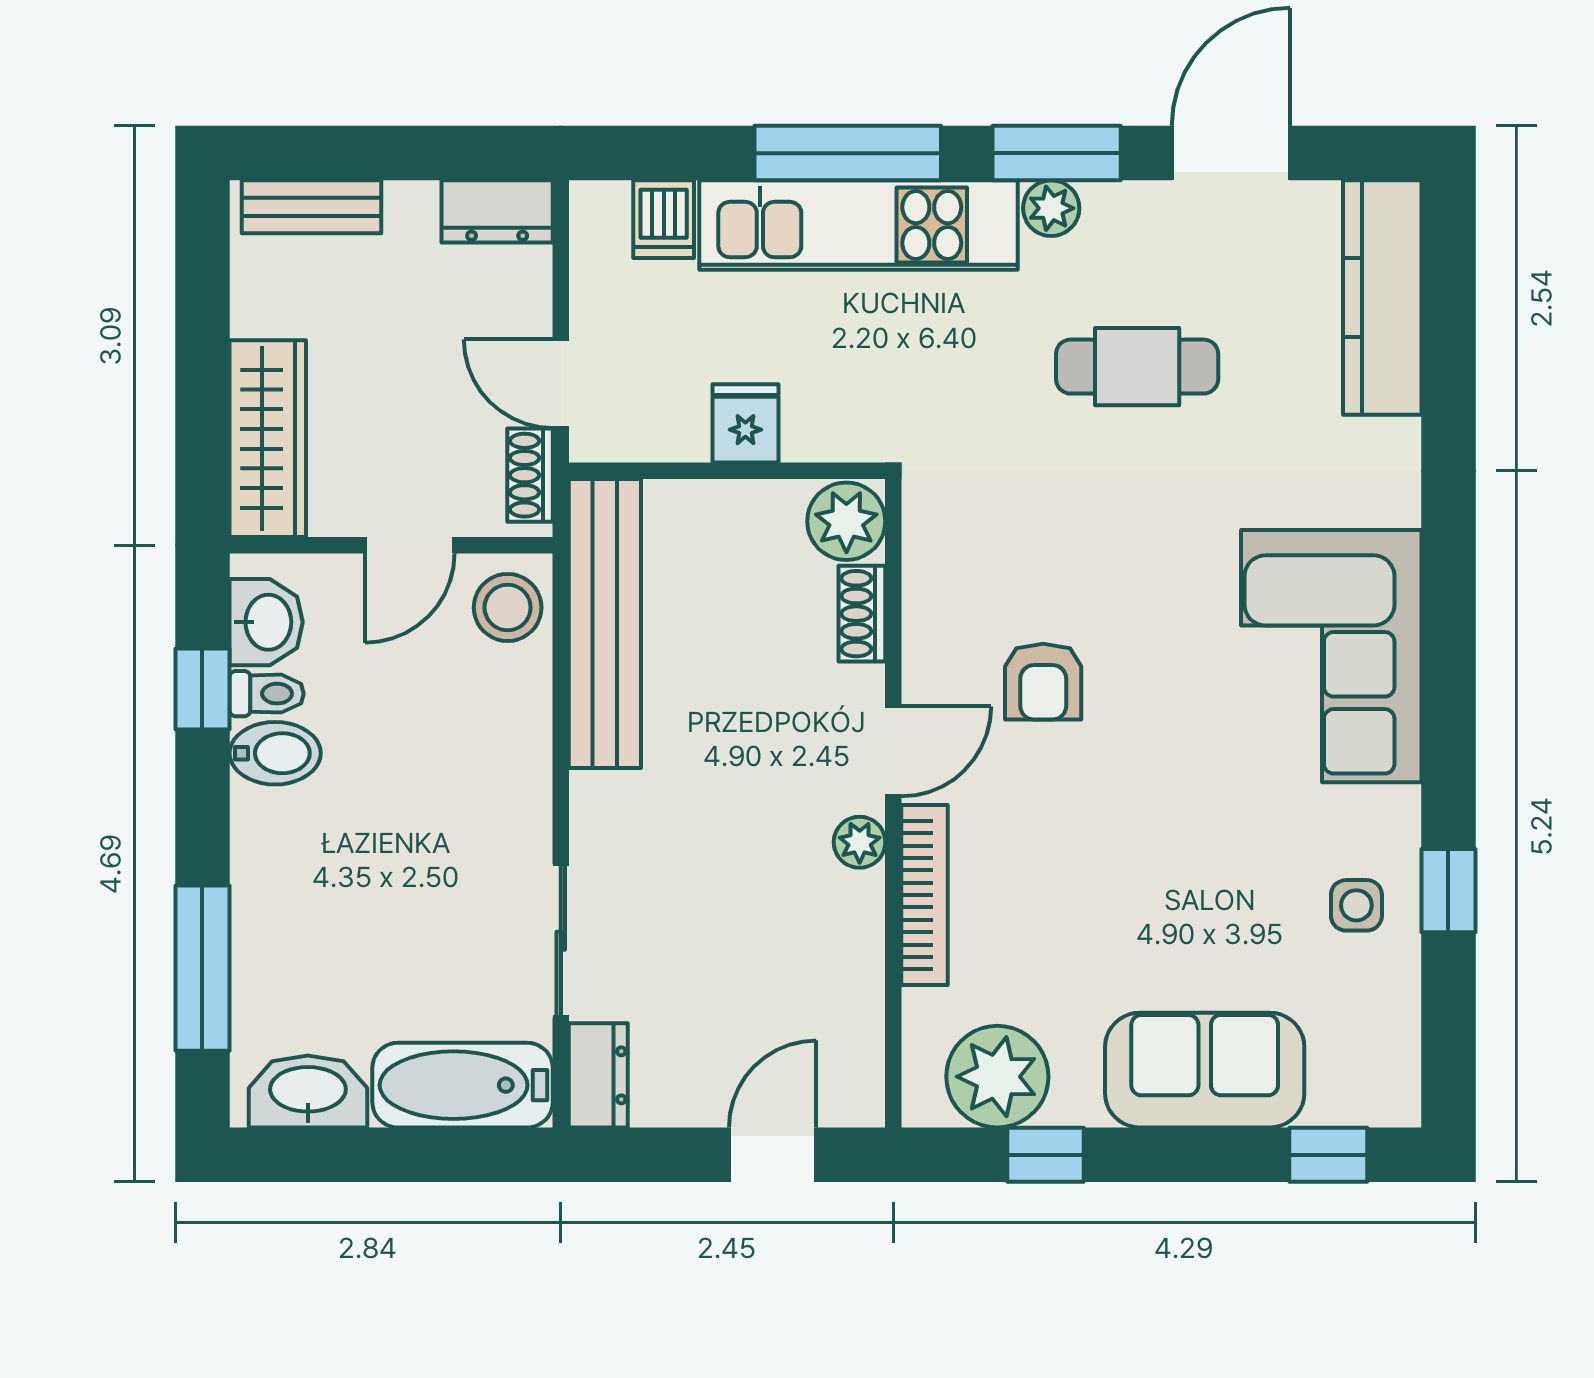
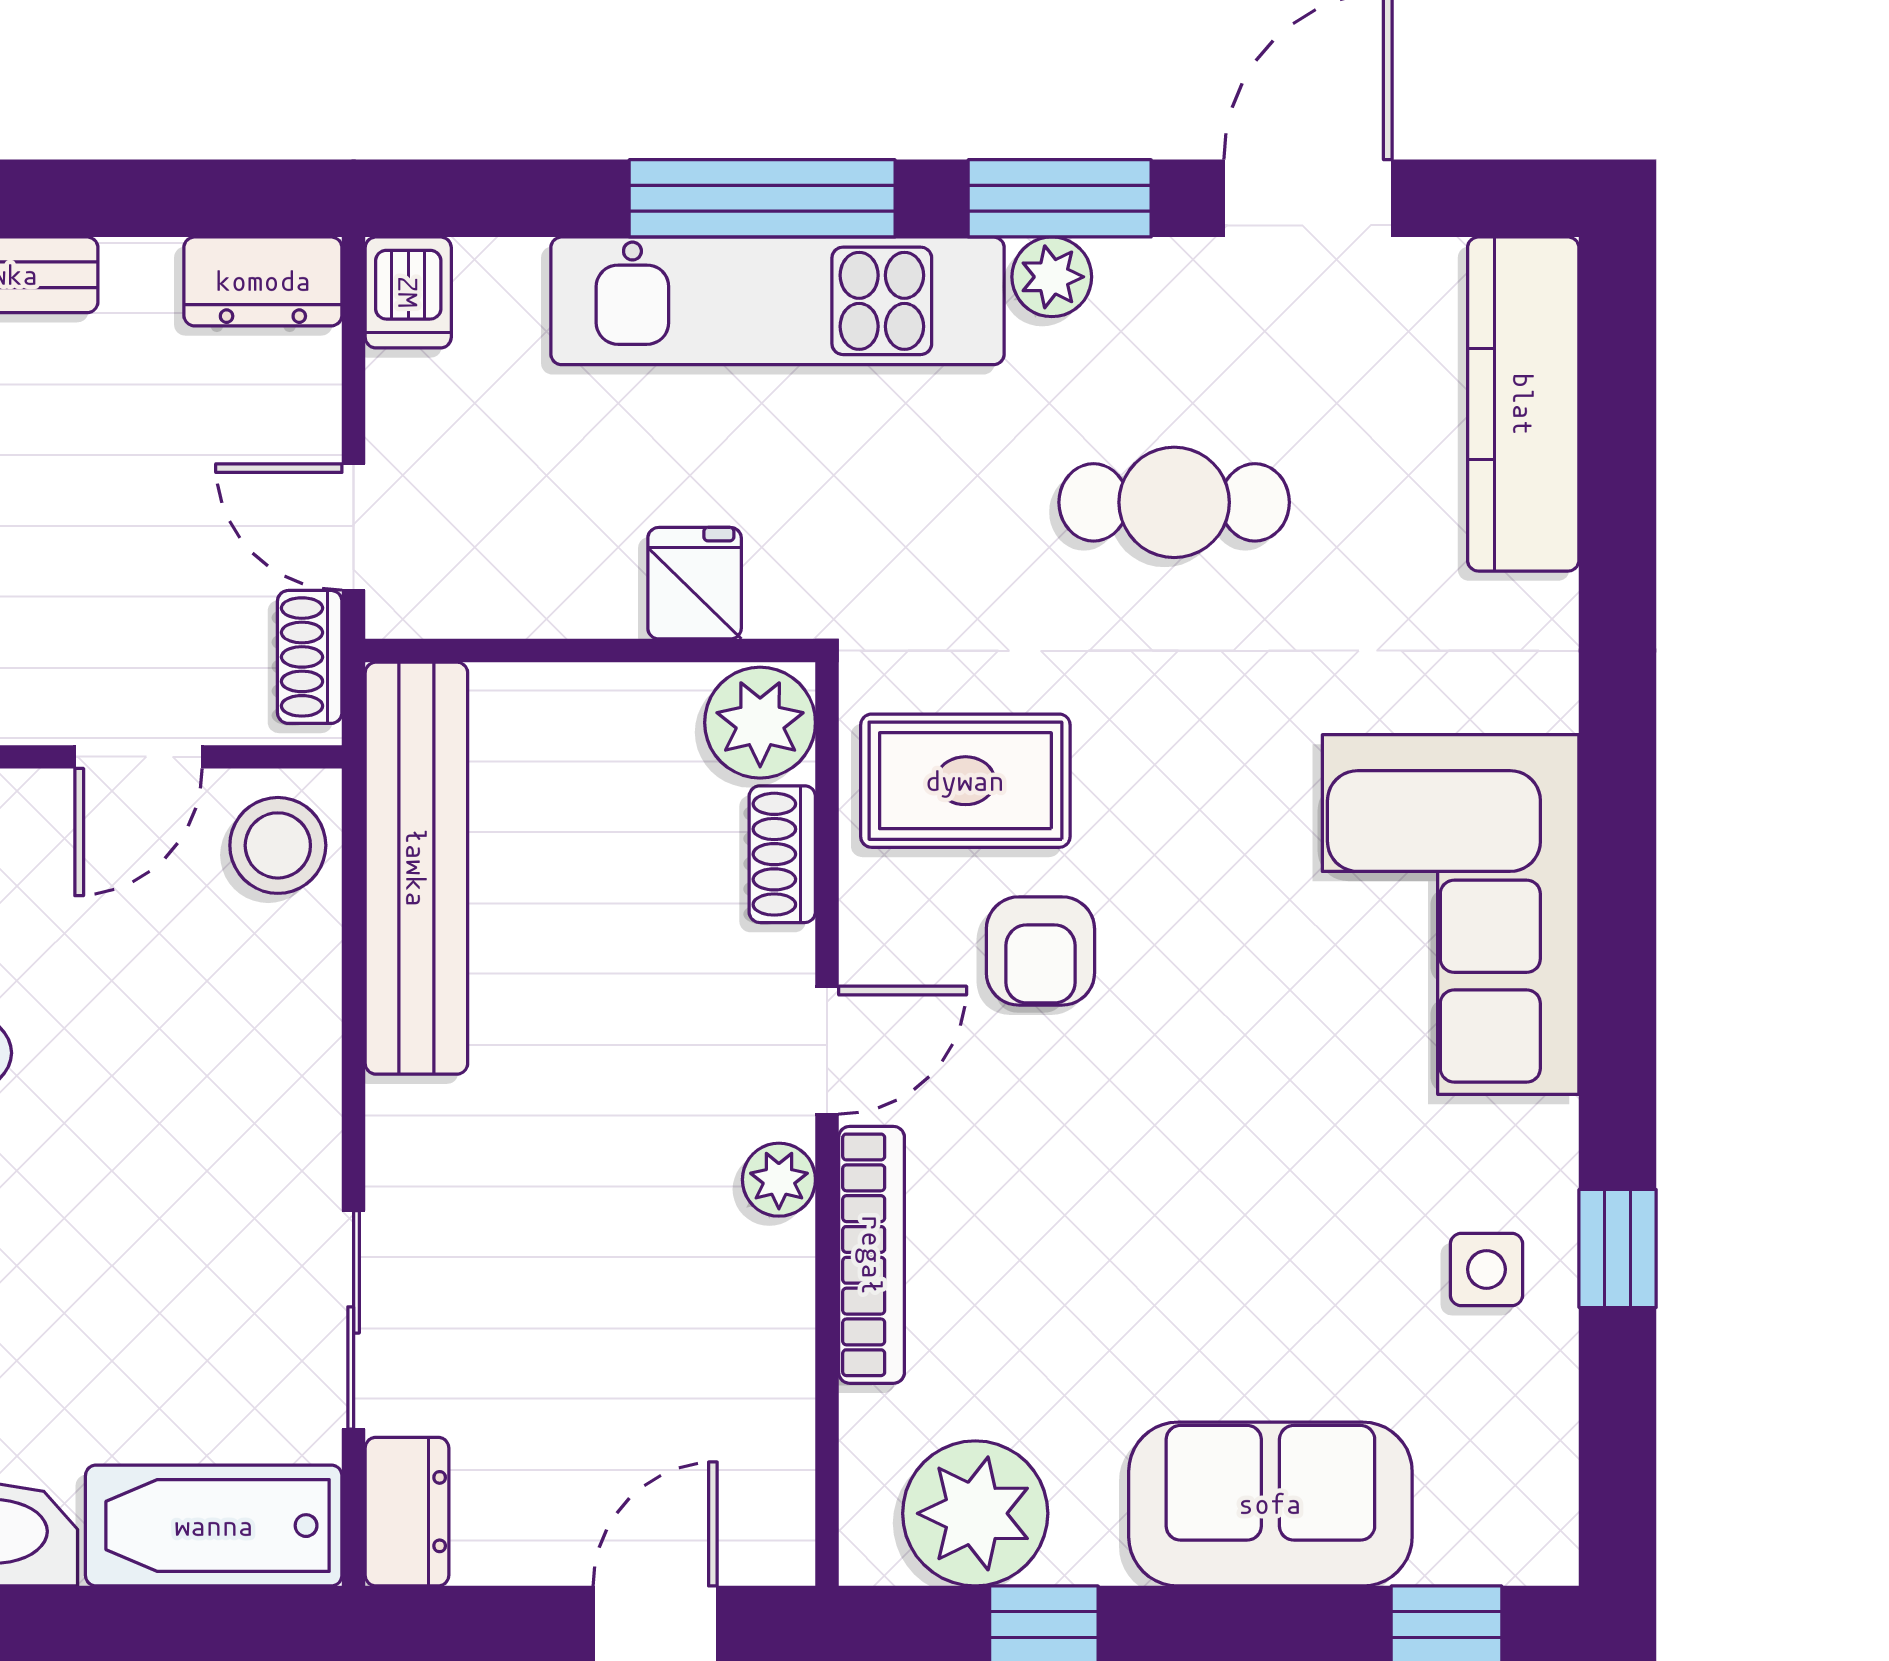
dishwasher: (664, 219) -> (408, 292), moved
fridge: (745, 423) -> (695, 583), moved
rug: (990, 562) -> (965, 781), added

